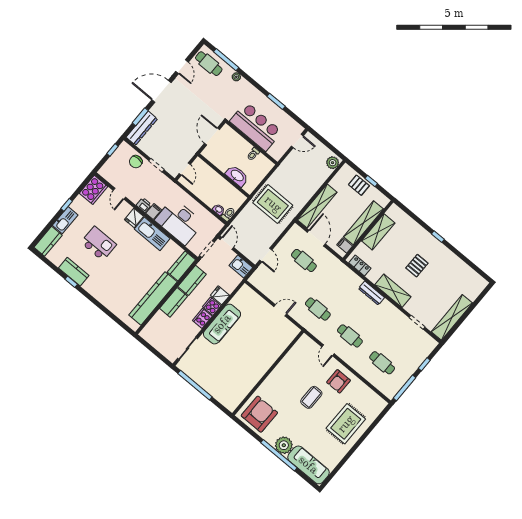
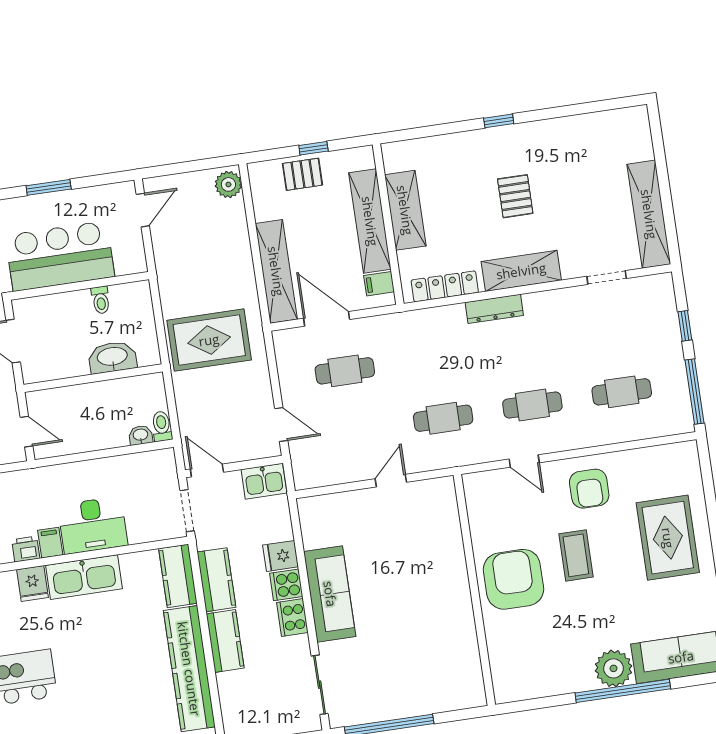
desk: (179, 222) -> (93, 525), width x0.73, depth x0.77
locker: (360, 266) -> (445, 286), width x1.53
armchair: (259, 414) -> (513, 579), moved

